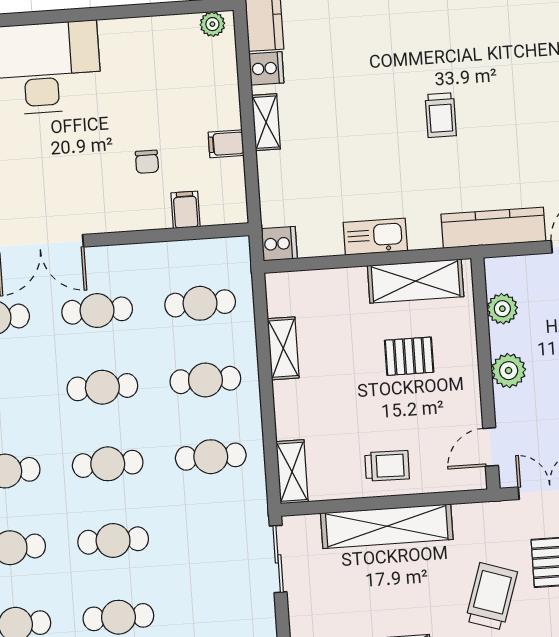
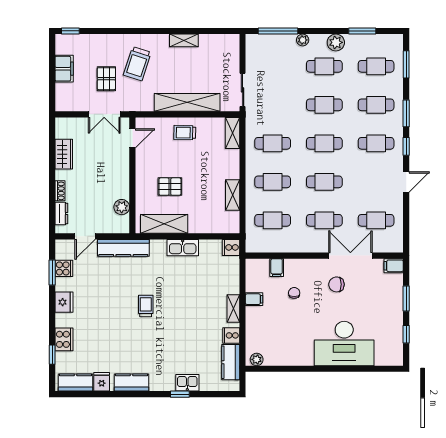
chair: (64, 185) -> (336, 284), added
plant: (509, 371) -> (121, 176), removed

